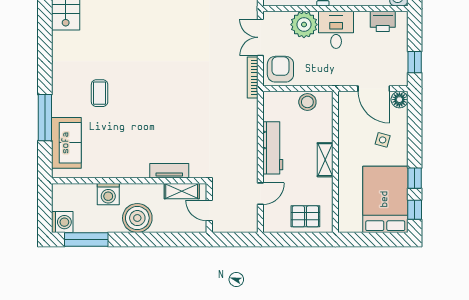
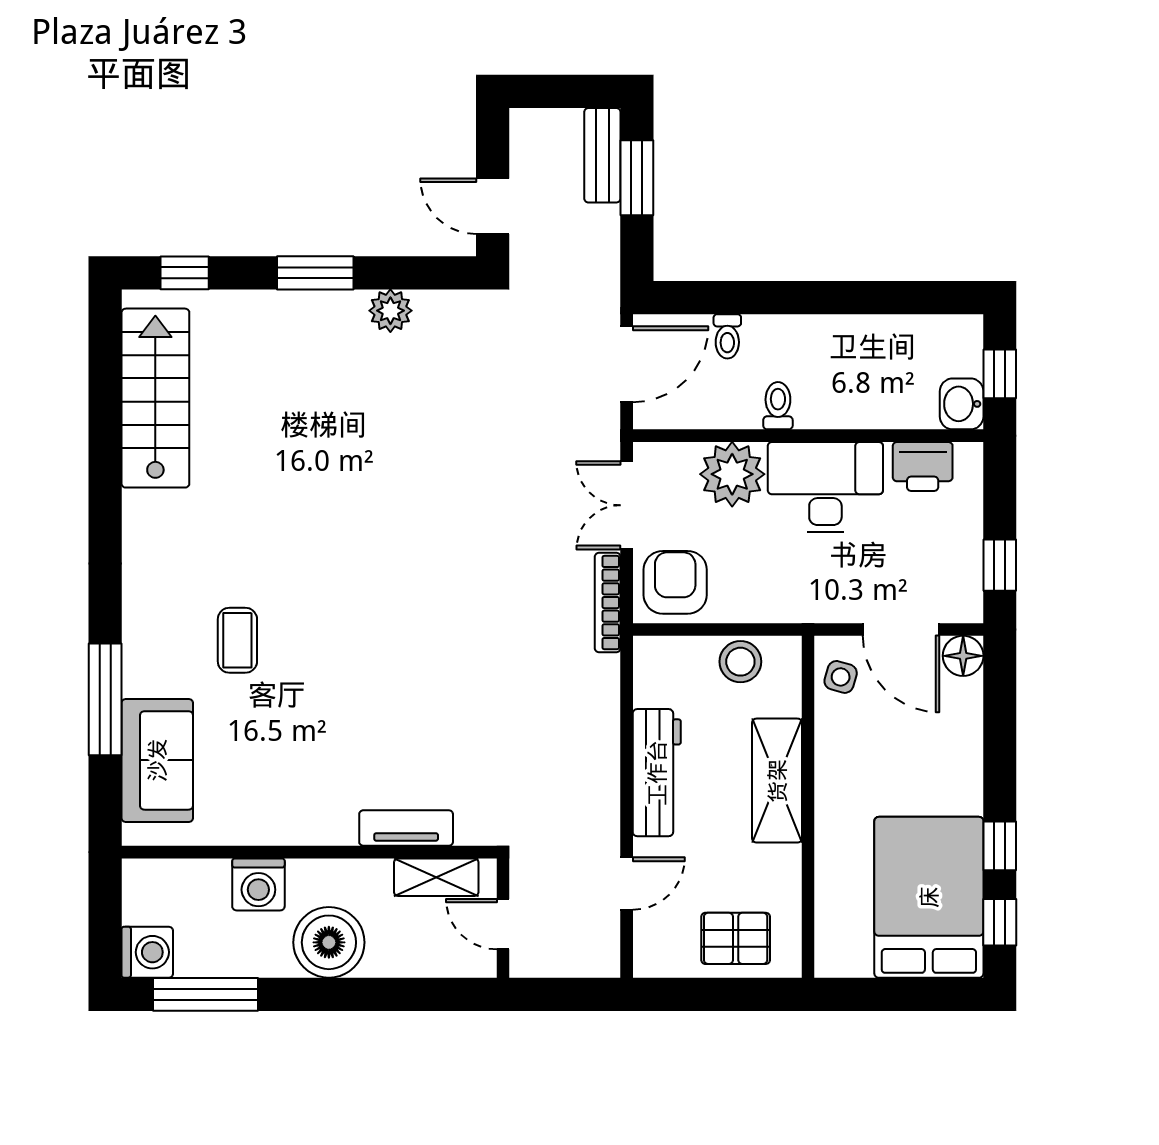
desk: (336, 30) -> (825, 487), width x1.37
side table: (383, 140) -> (841, 677), moved
shelving: (325, 160) -> (777, 781), width x1.50, depth x1.33

